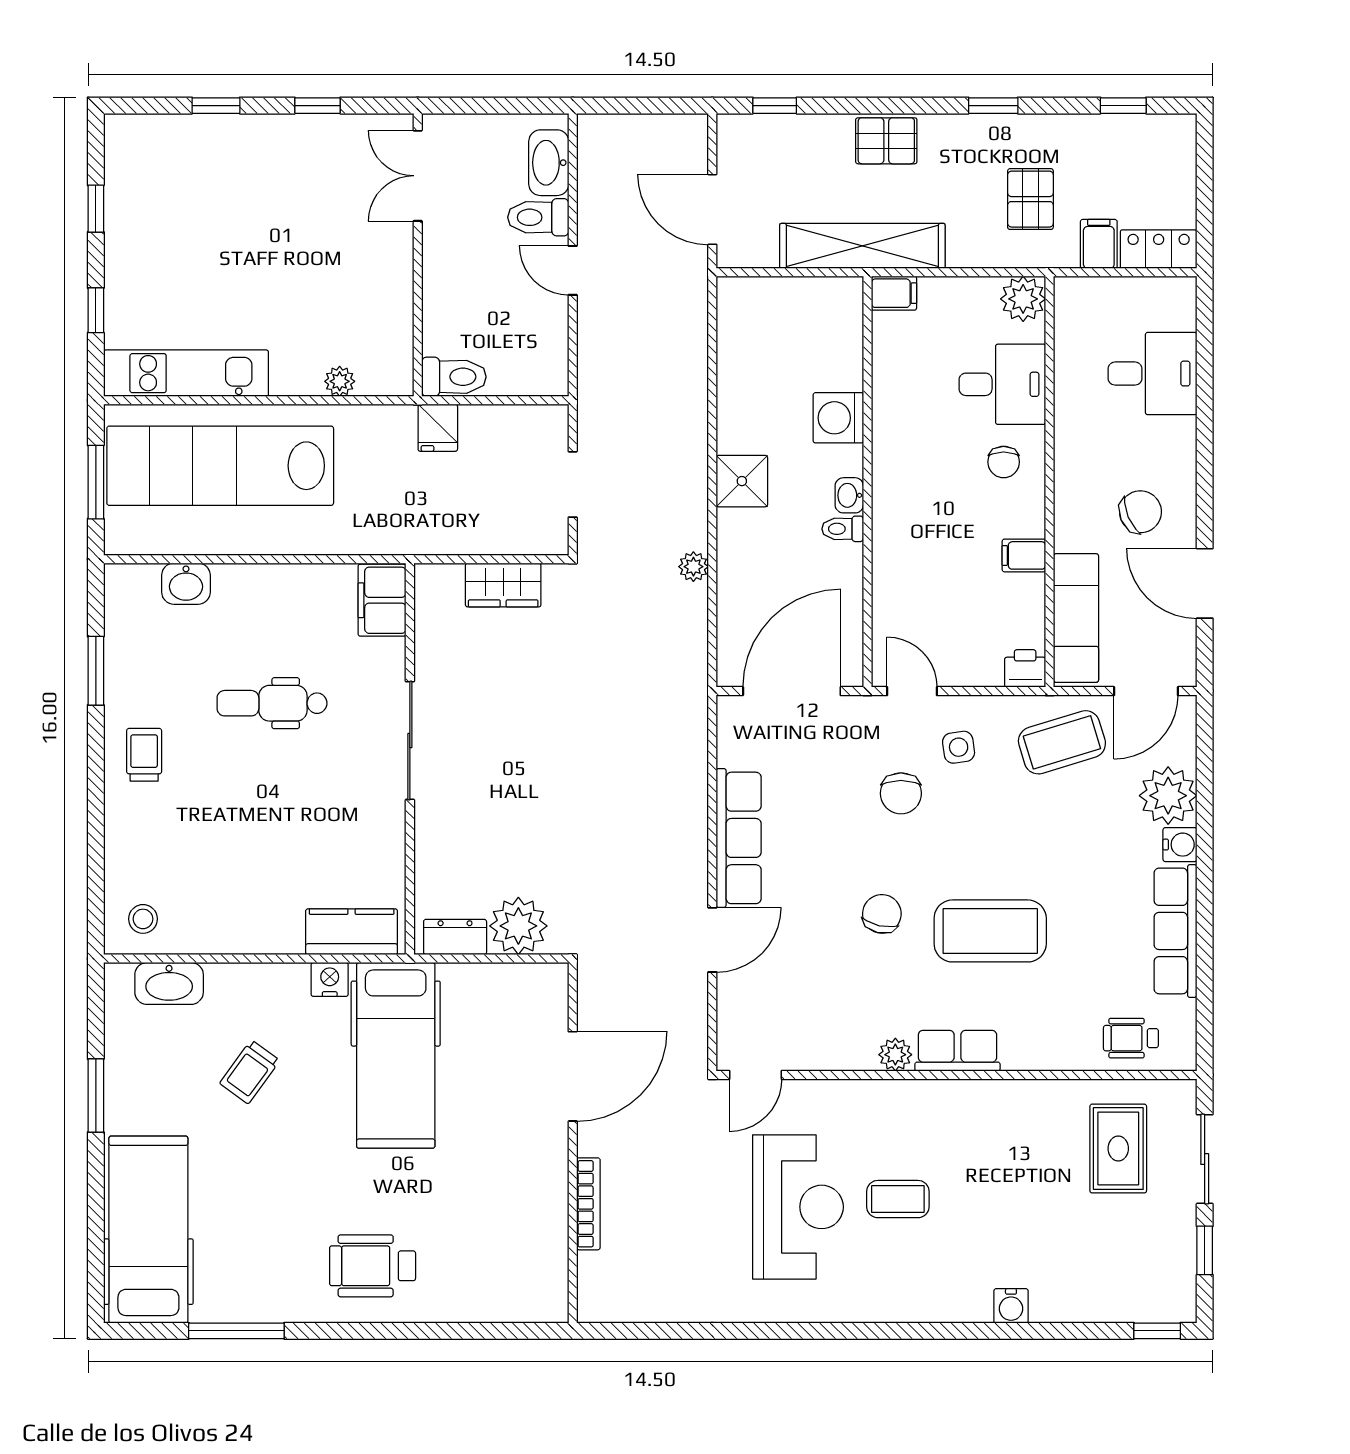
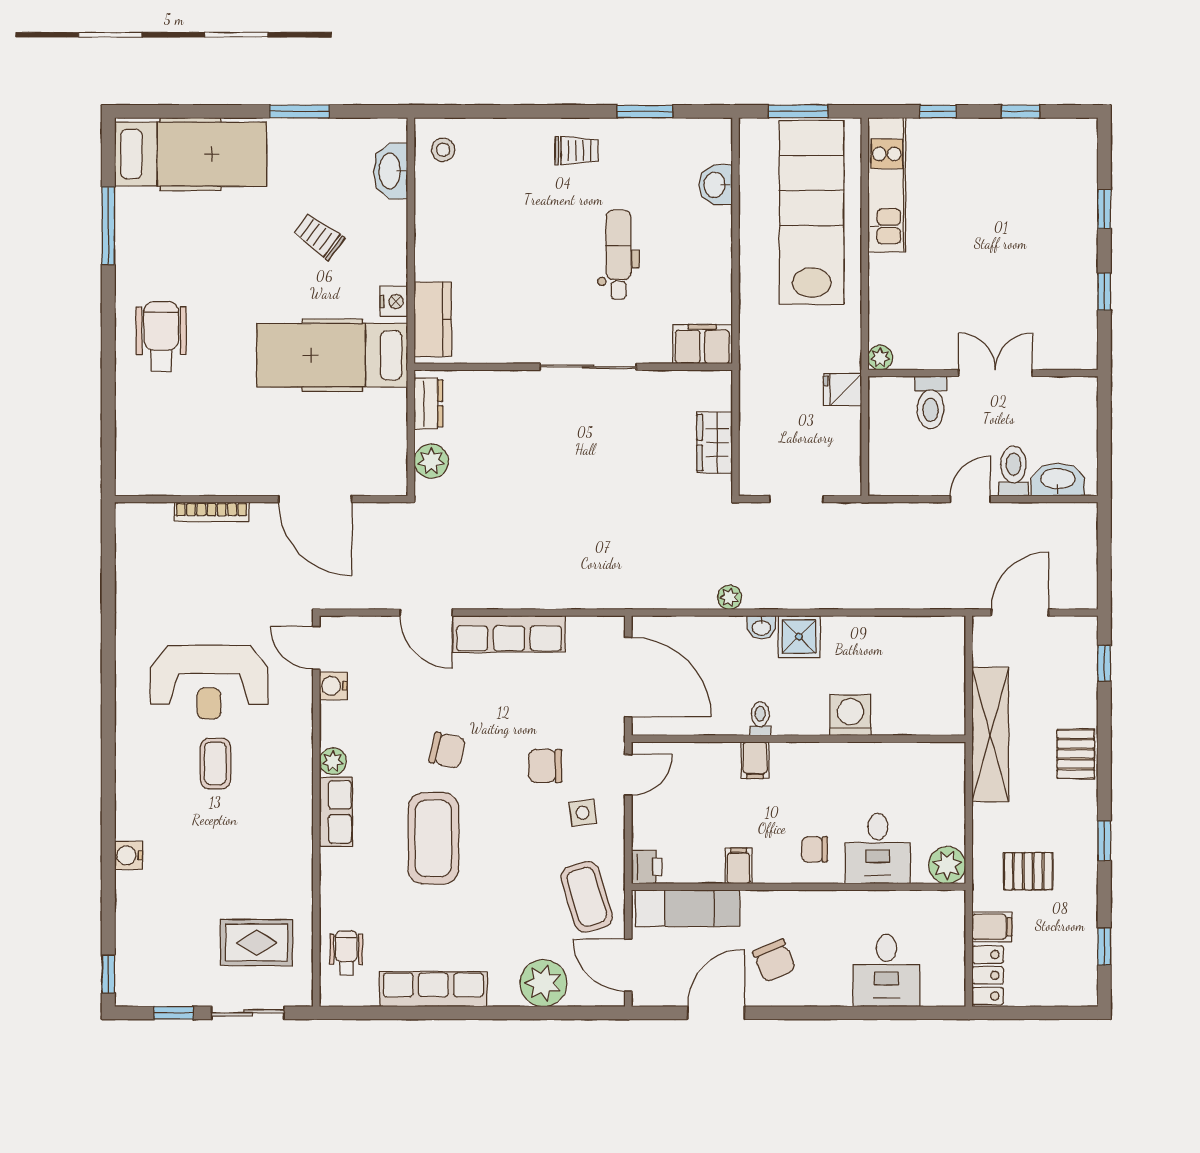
double door: (418, 176) -> (995, 373), moved
filing cabinet: (894, 293) -> (755, 760), moved
toilet: (454, 377) -> (931, 402), moved
plant: (340, 381) -> (880, 358), moved
washbasin: (849, 495) -> (761, 627), moved, turned 180
water cooler: (1180, 845) -> (333, 686), moved, turned 90
plant: (518, 926) -> (431, 461), width x0.73, depth x0.73

